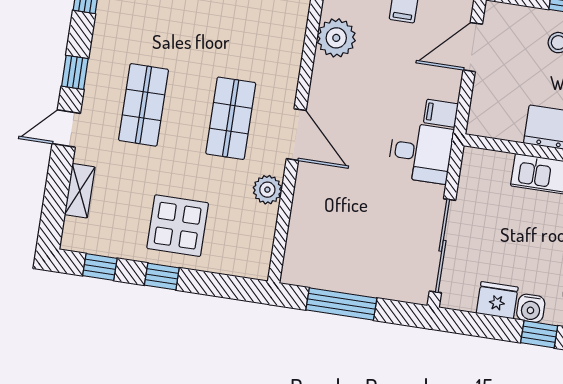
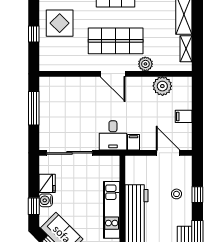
shop shelf: (231, 118) -> (116, 41), width x1.43, depth x1.36
door: (296, 135) -> (113, 74), hinge flipped
plant: (267, 190) -> (145, 64), moved
window: (162, 277) -> (34, 34), moved

